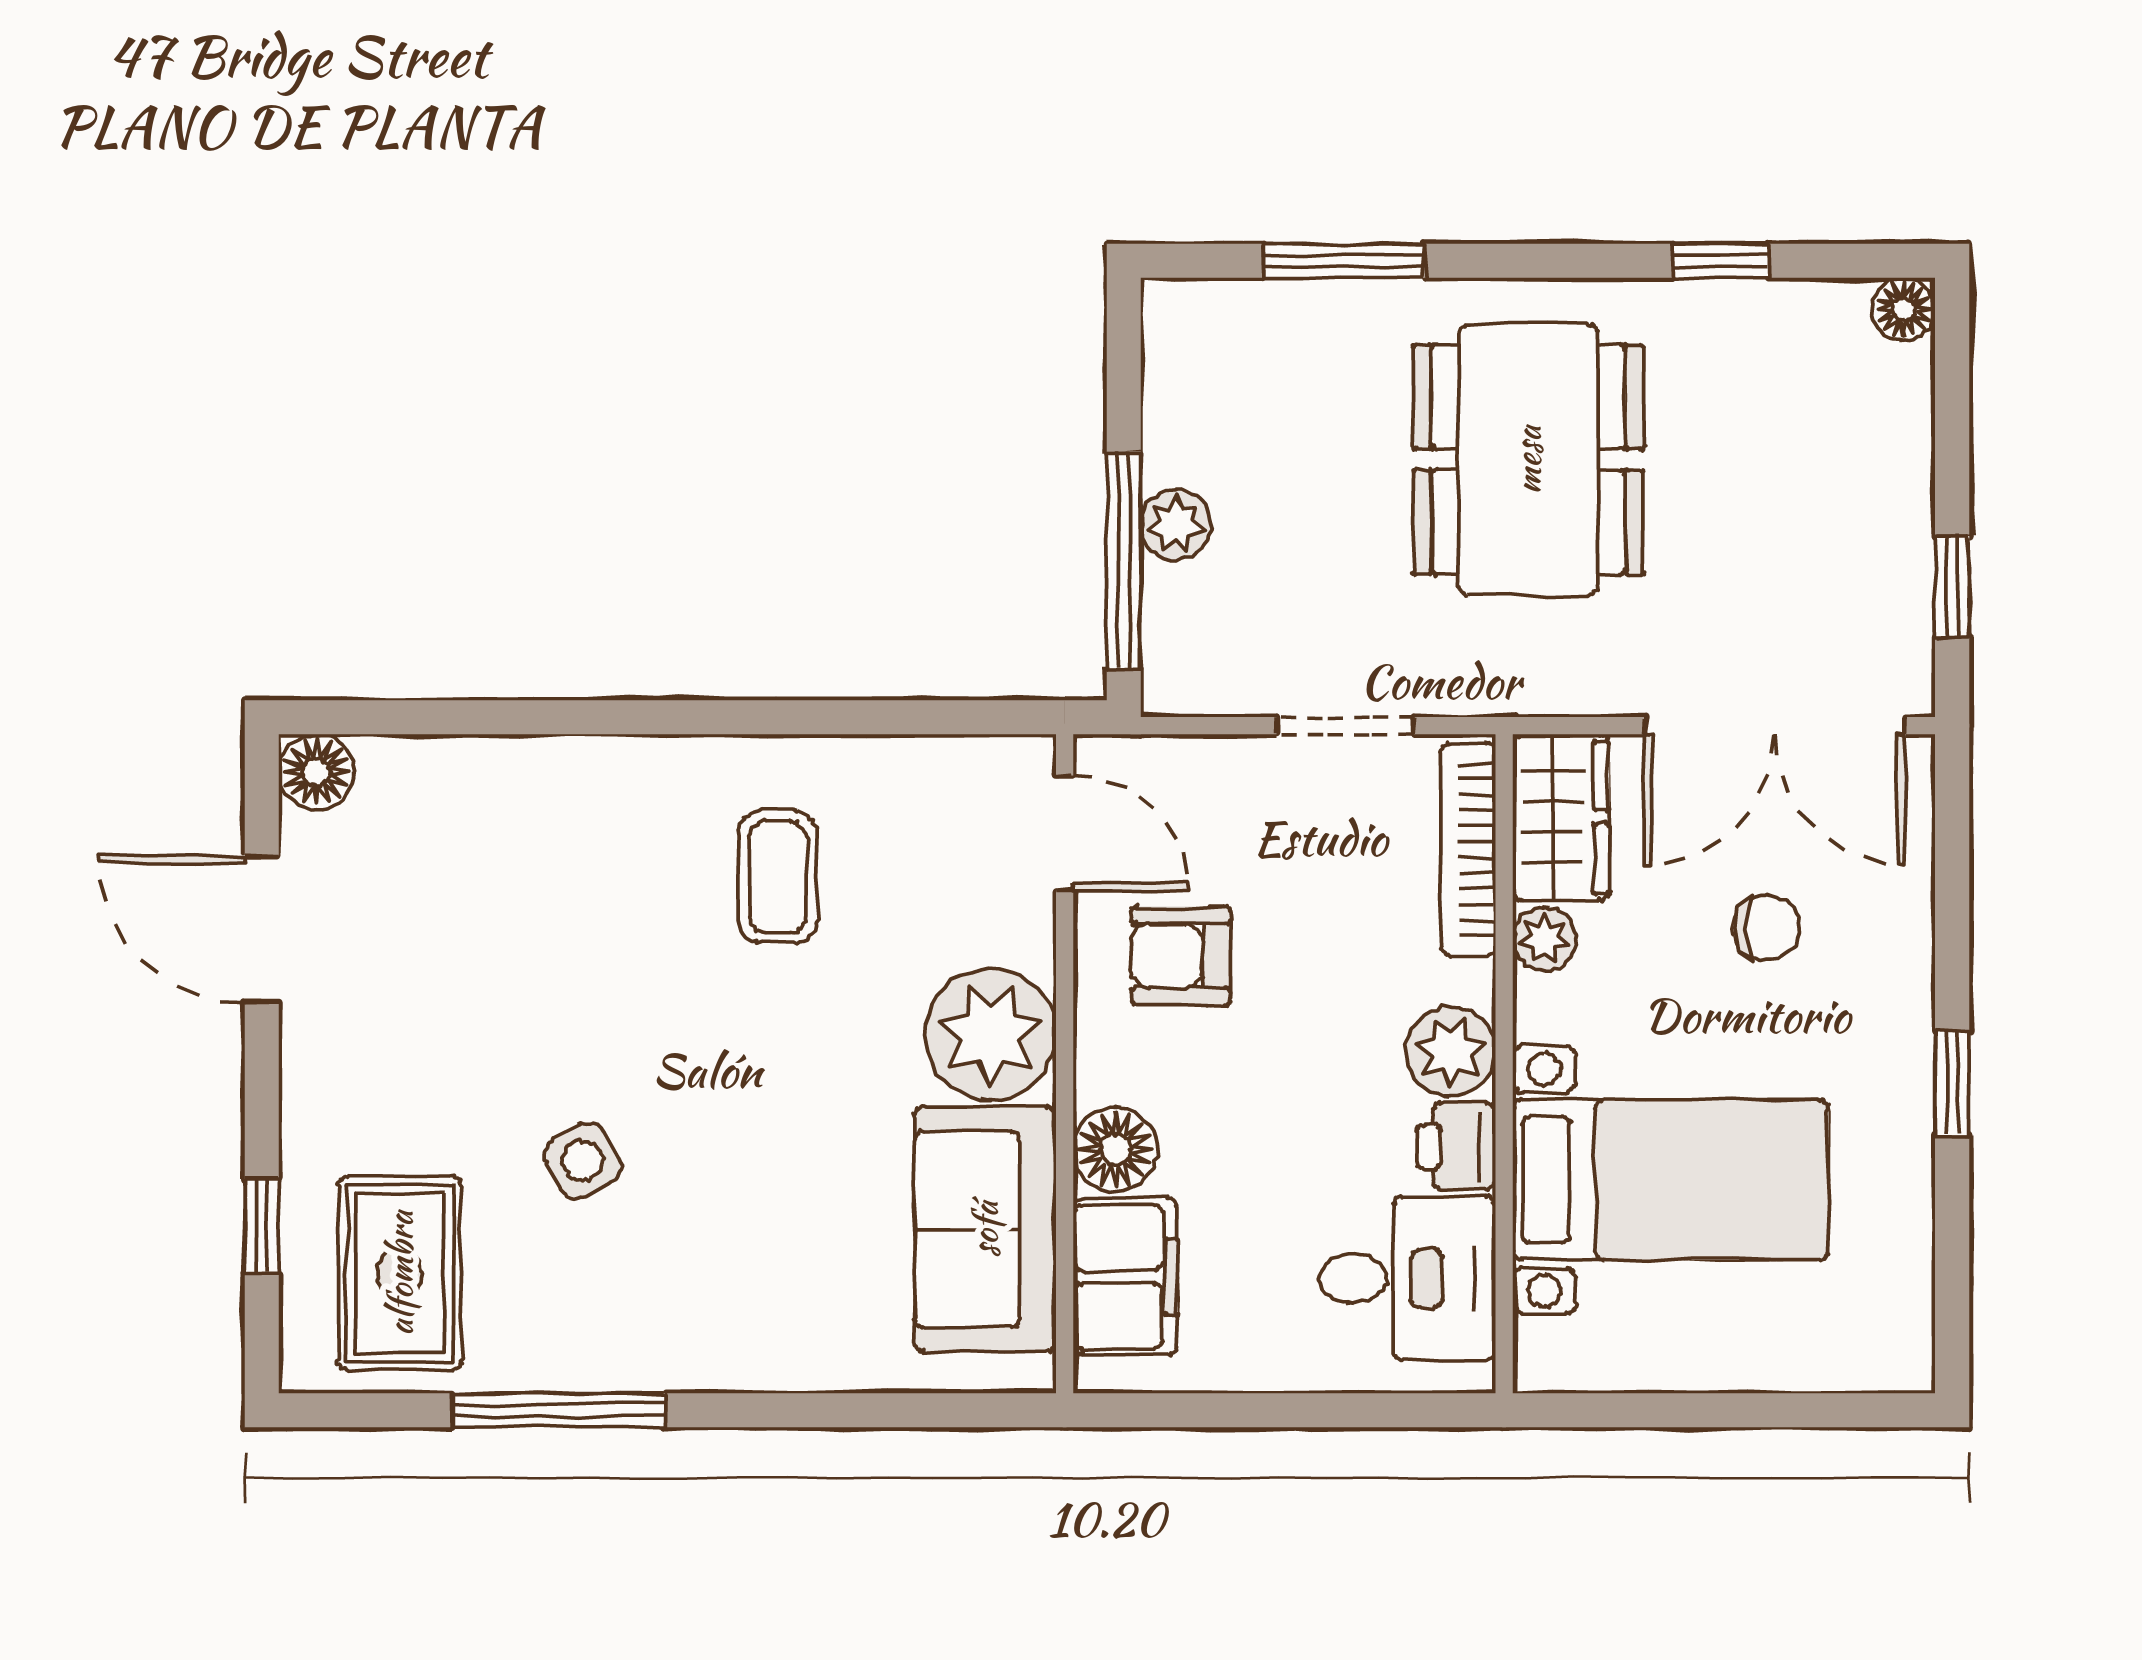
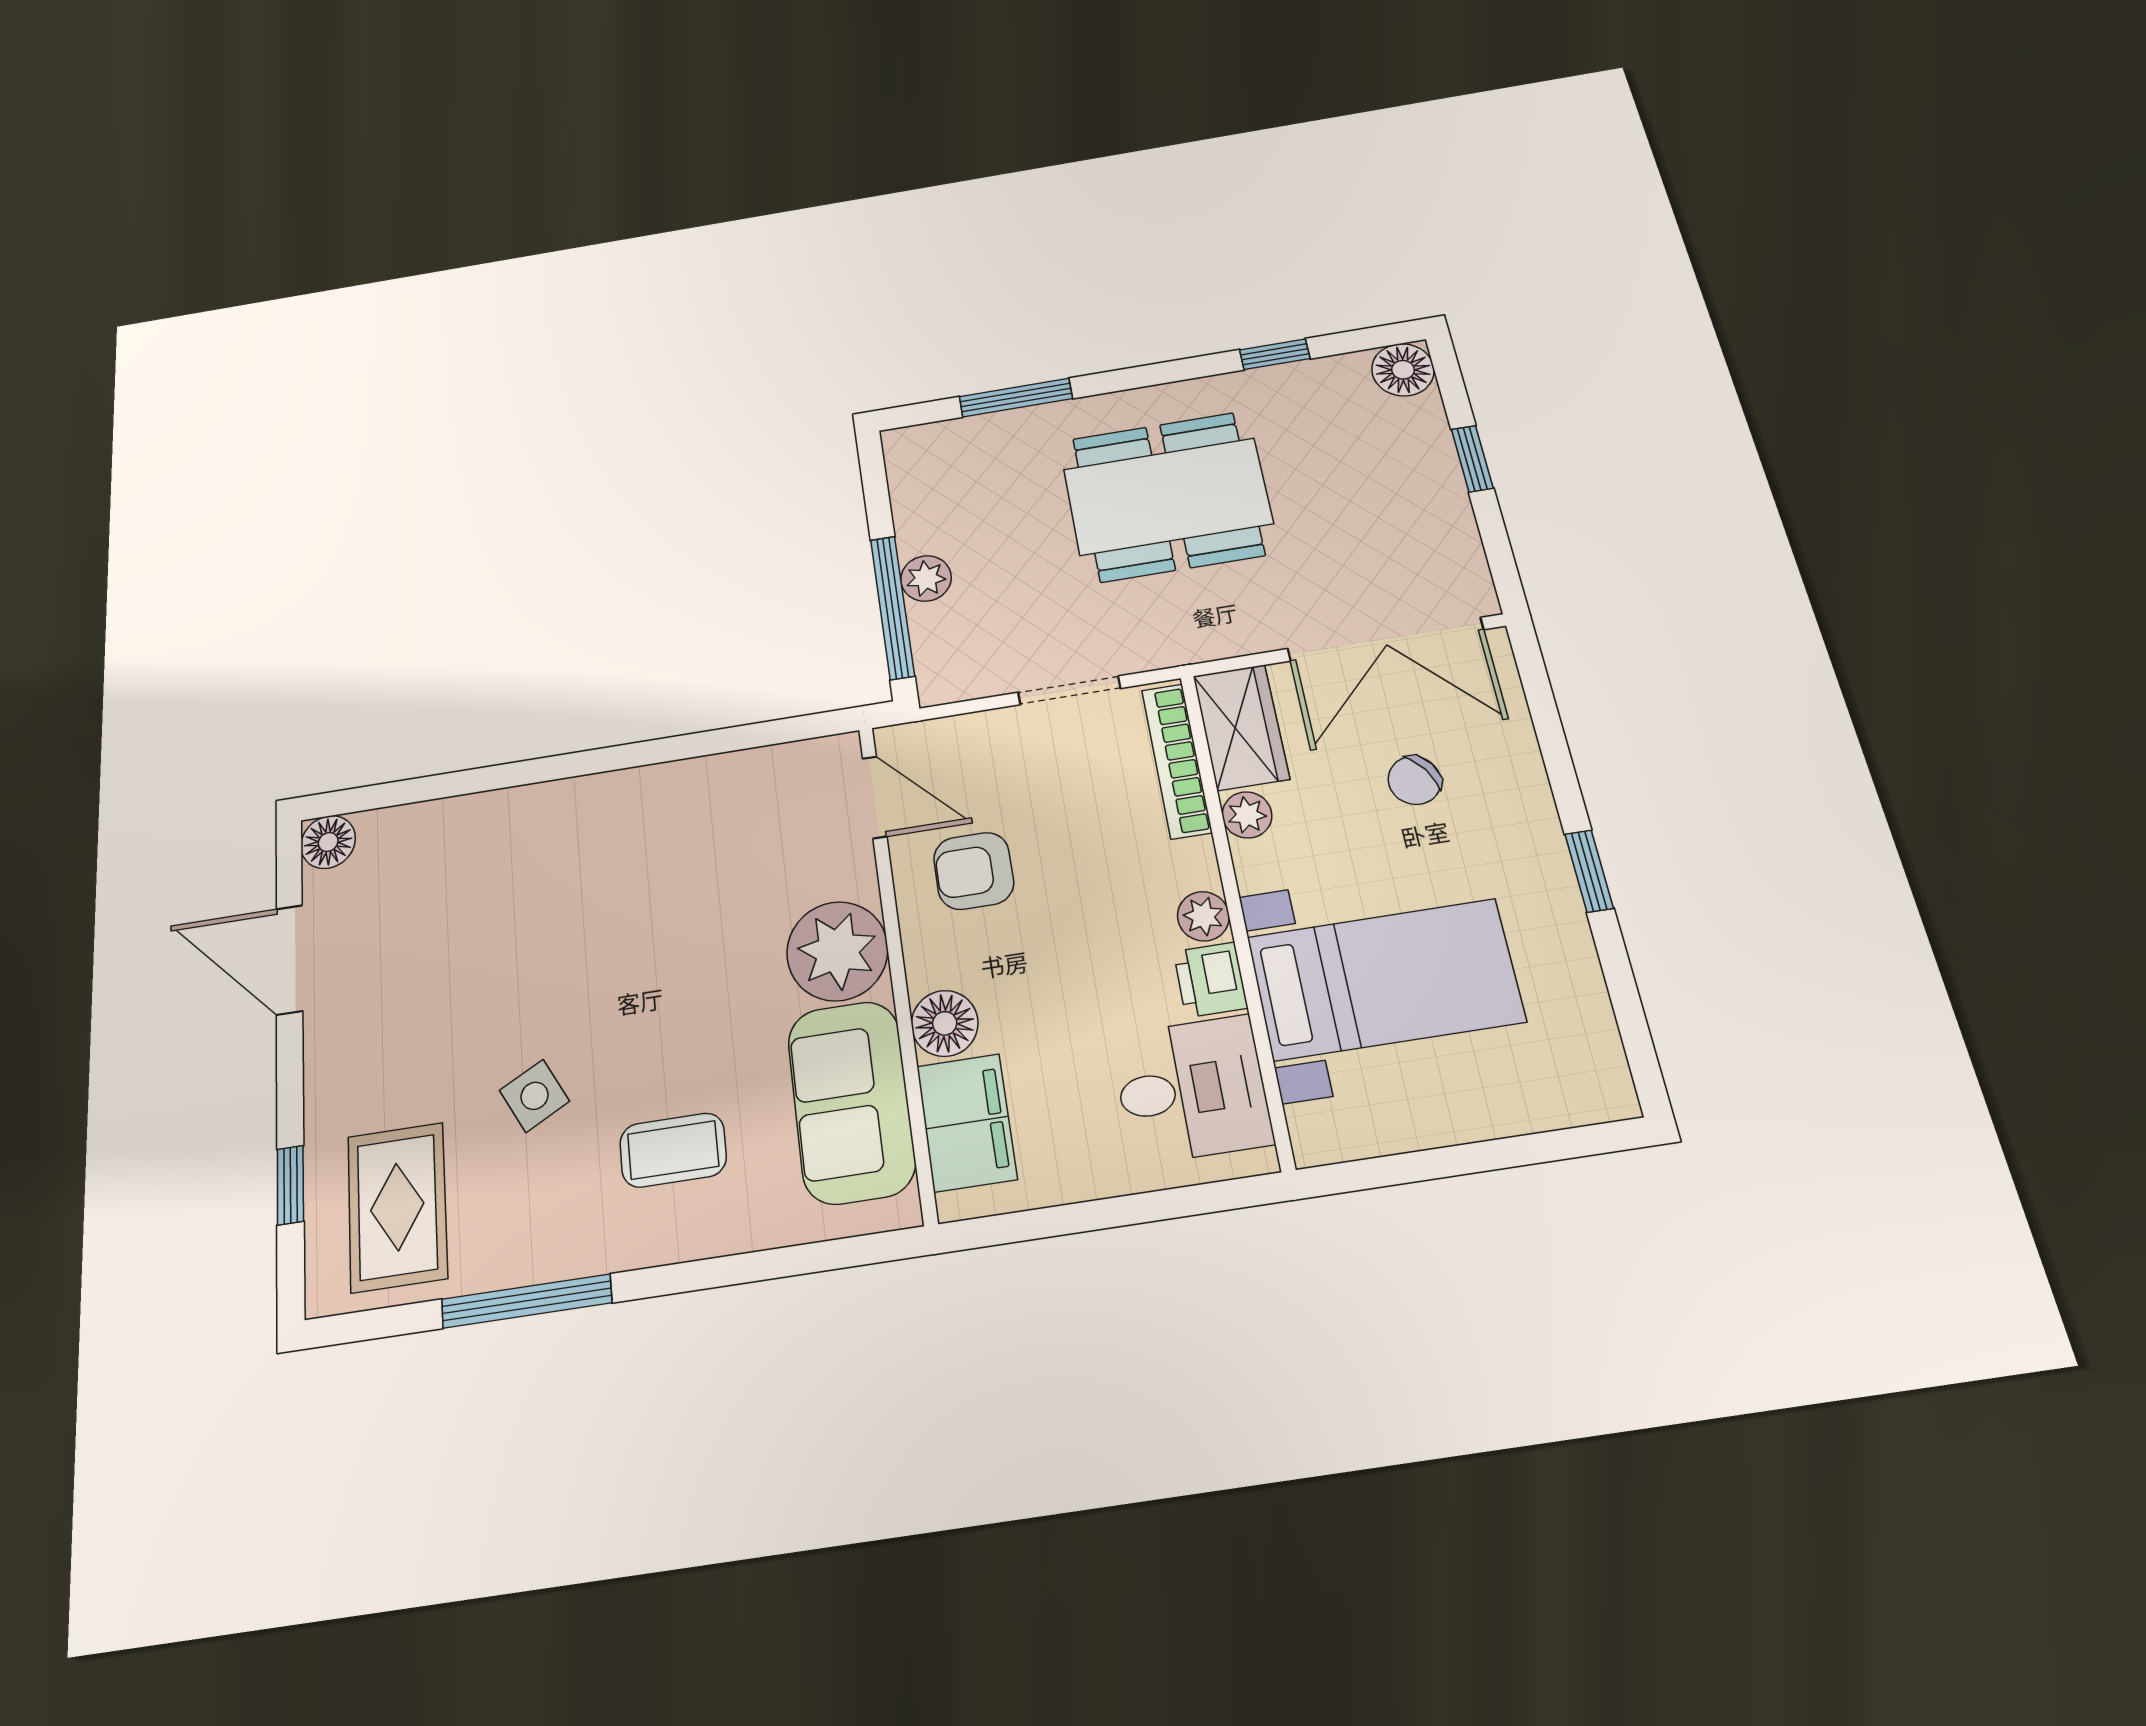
floor lamp: (1904, 309) -> (1403, 370), width x1.37, depth x1.37
dining table: (1528, 460) -> (1168, 497), turned 90
window: (1952, 586) -> (1472, 459), moved
coffee table: (777, 877) -> (673, 1150), moved, turned 90
chair: (1766, 928) -> (1415, 780), turned 146
plant: (1451, 1052) -> (1203, 916), width x0.73, depth x0.73

